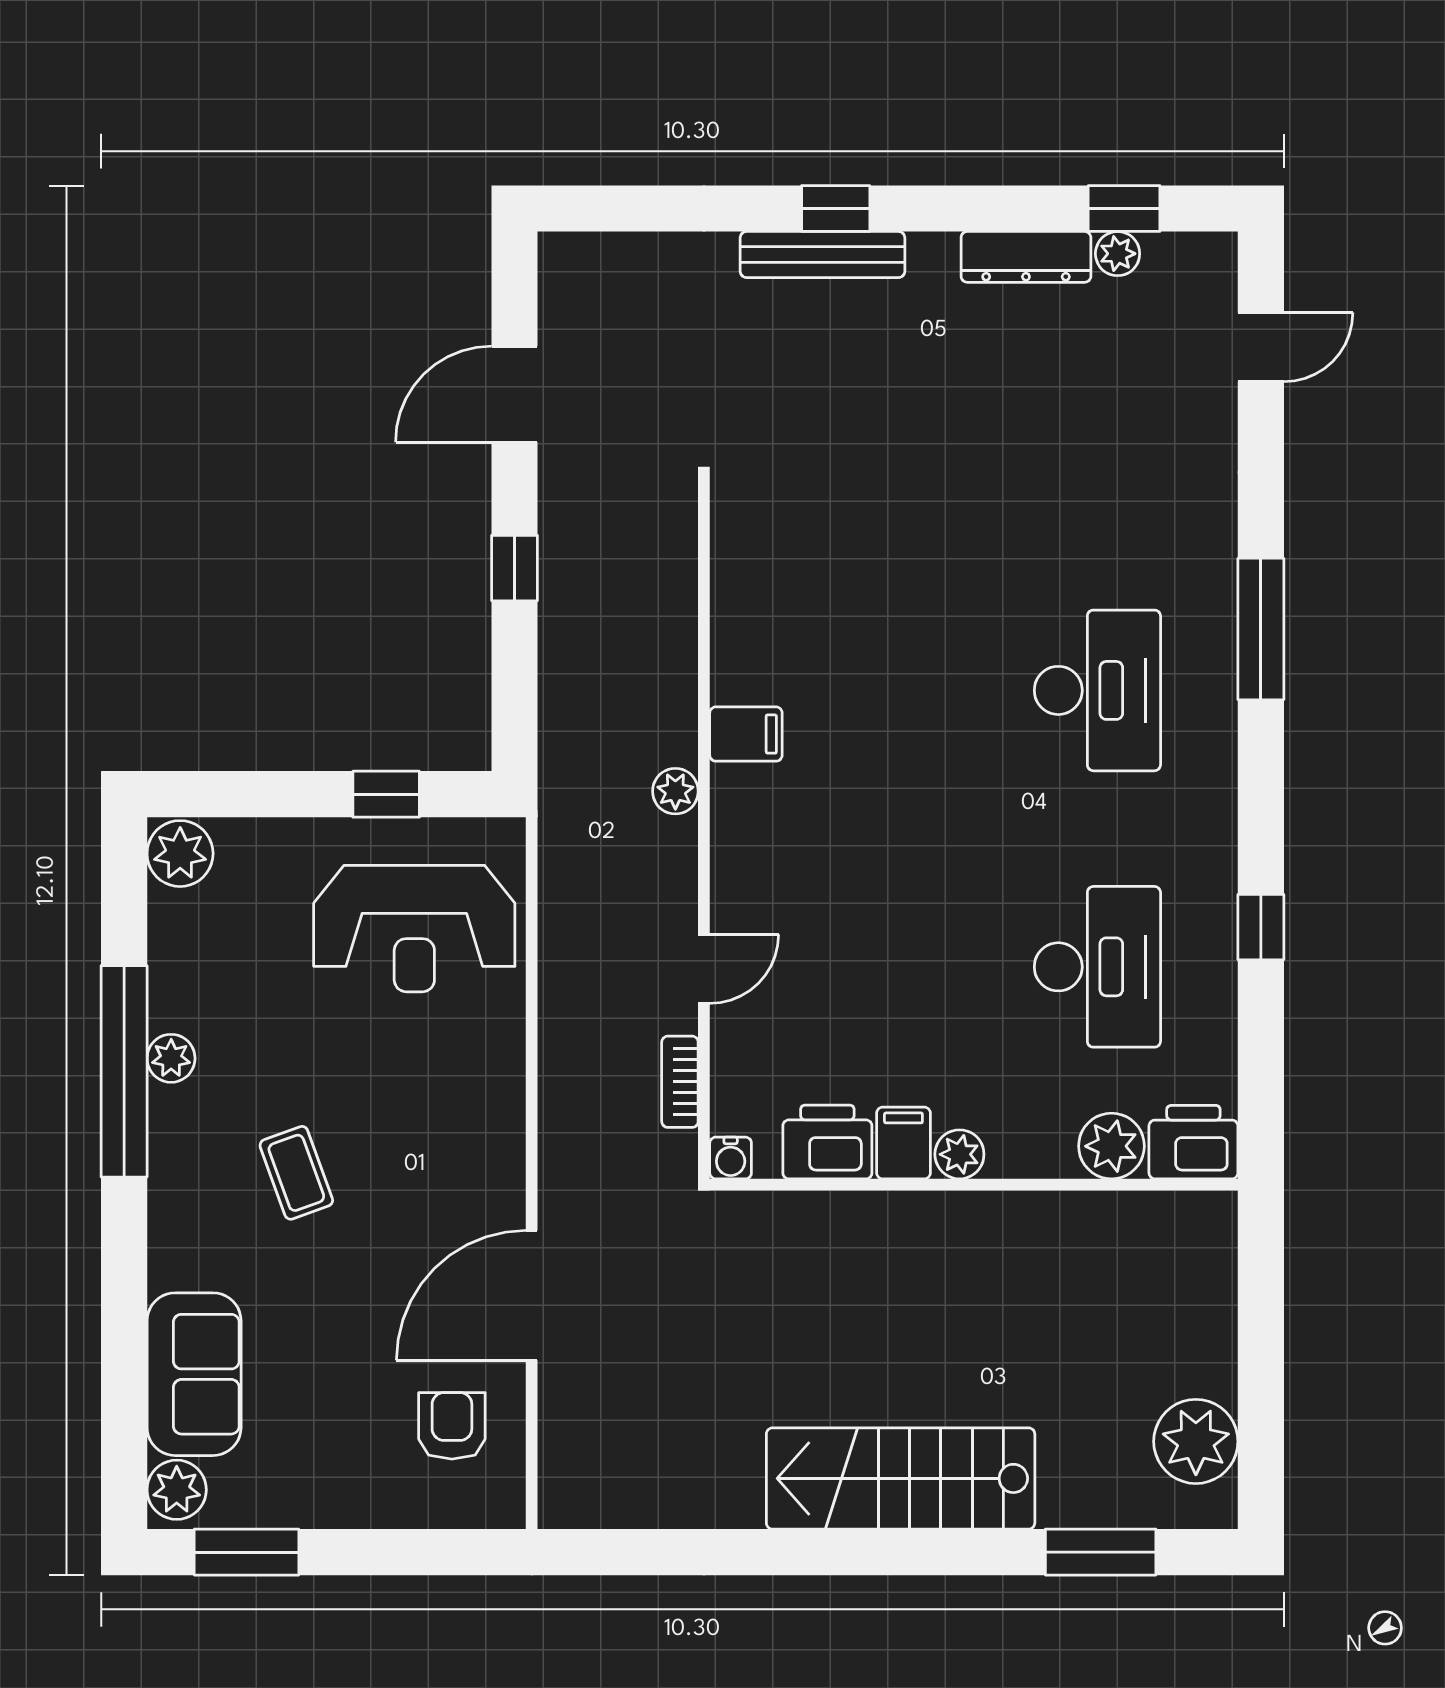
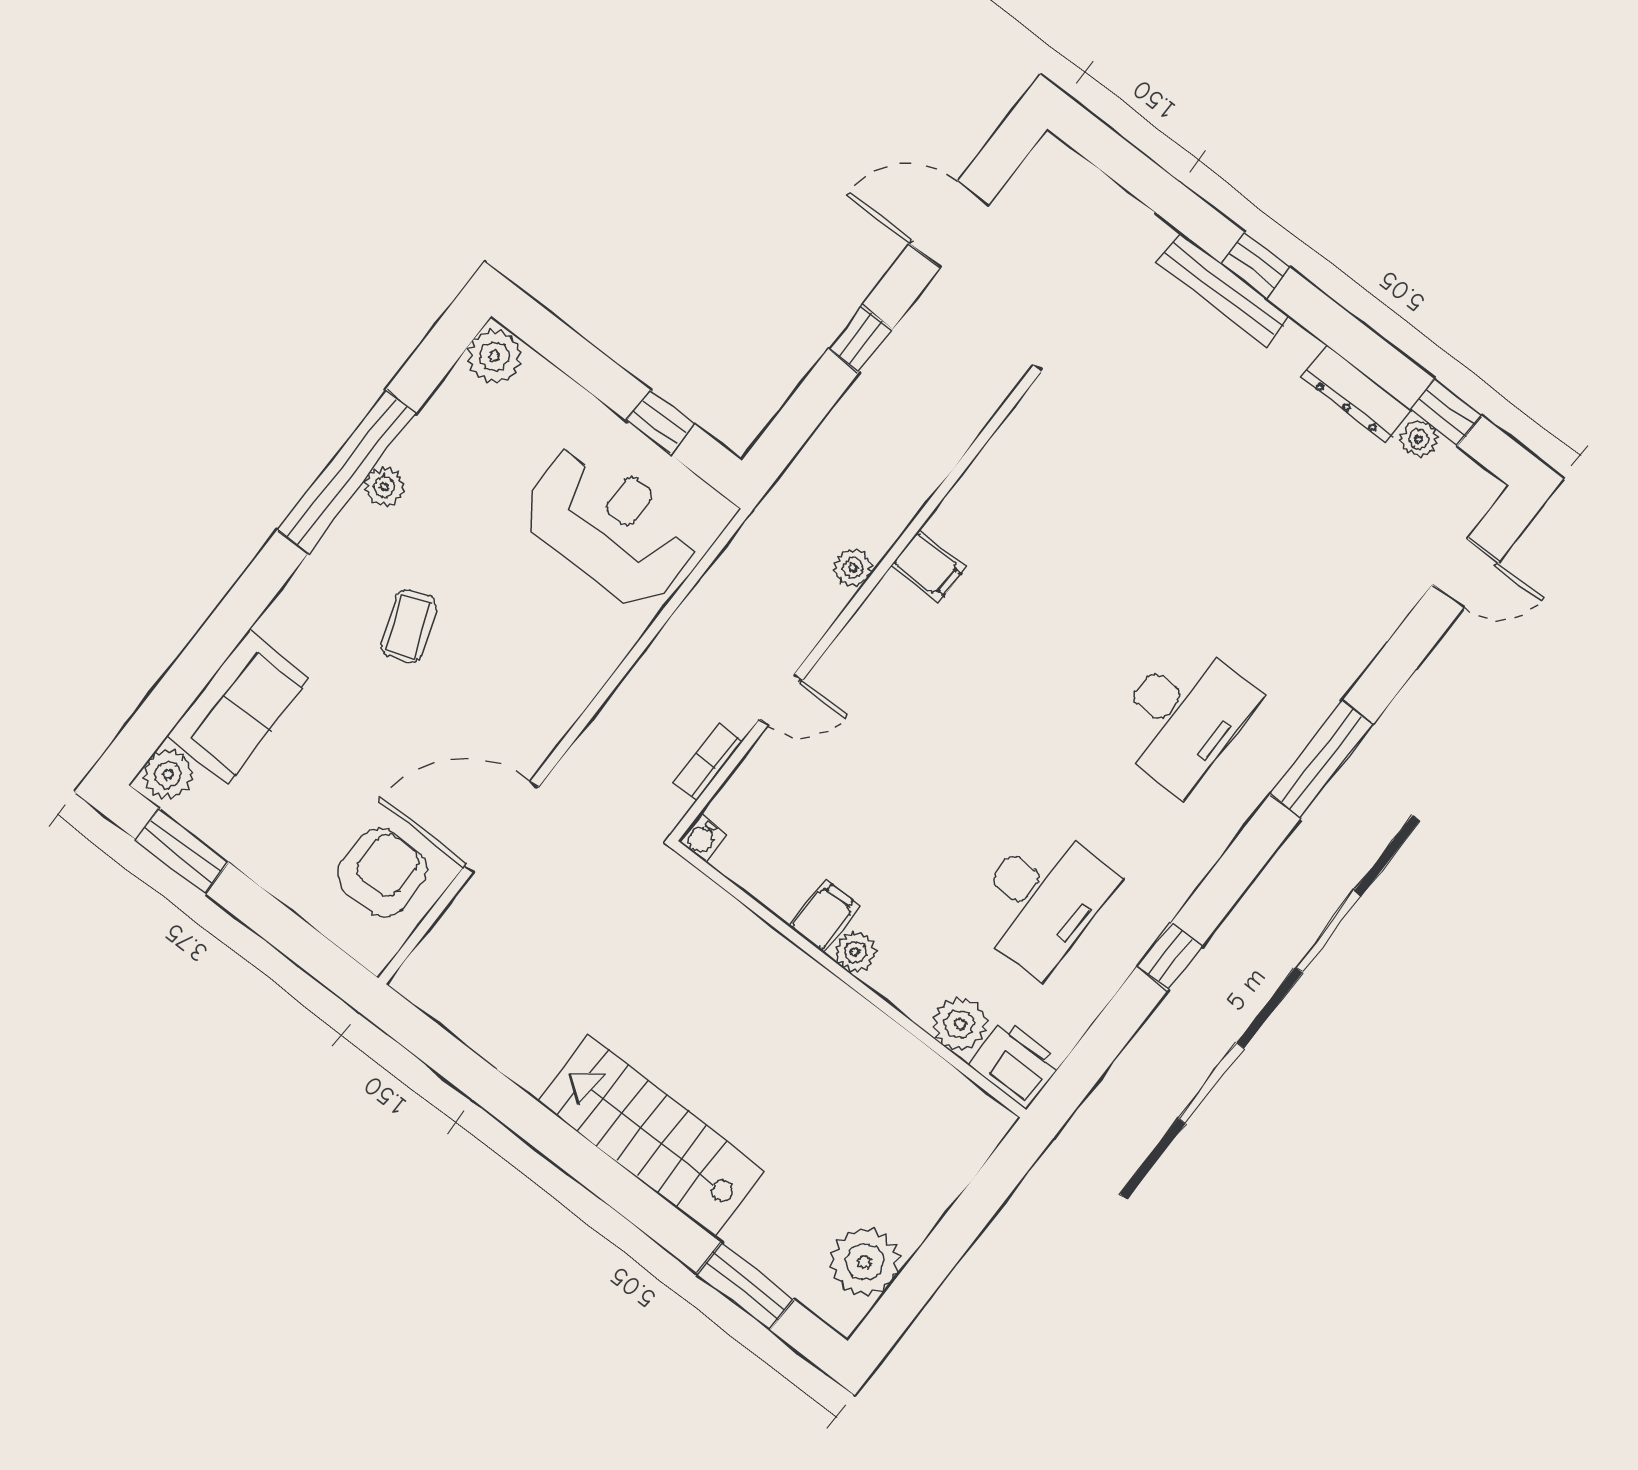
reception desk: (414, 929) -> (611, 525), turned 180
printer: (827, 1142) -> (774, 877), removed
armchair: (452, 1426) -> (382, 872), width x1.38, depth x1.38

